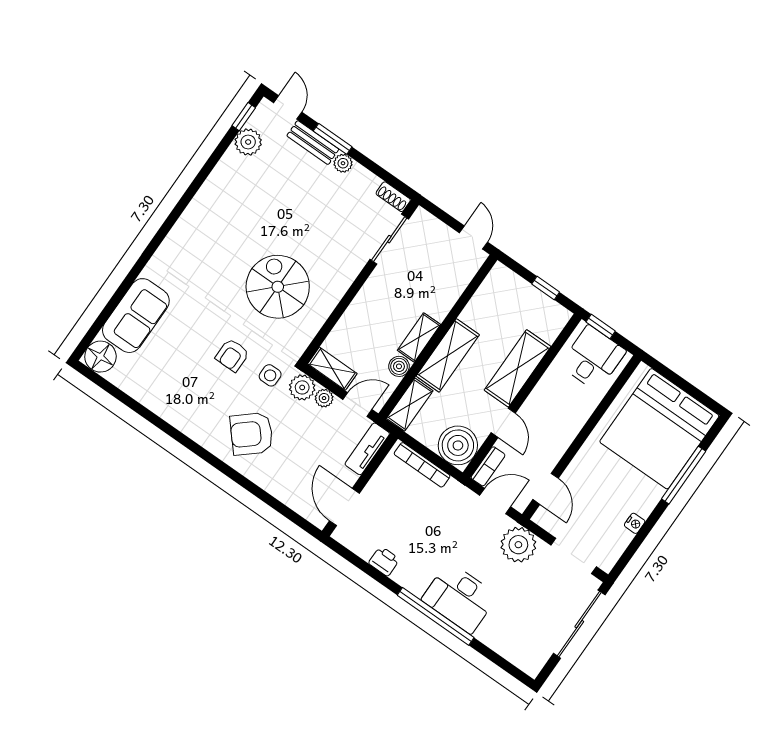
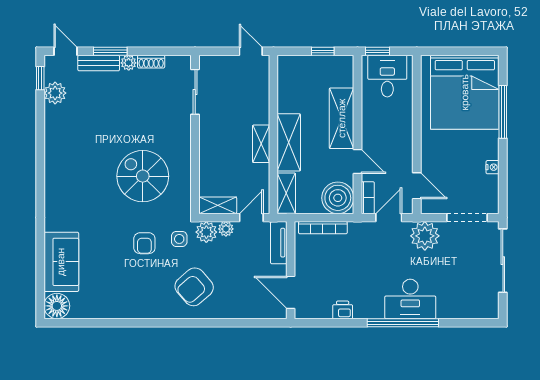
shoe rack: (393, 197) -> (151, 62), moved
boiler: (399, 366) -> (261, 173), removed

